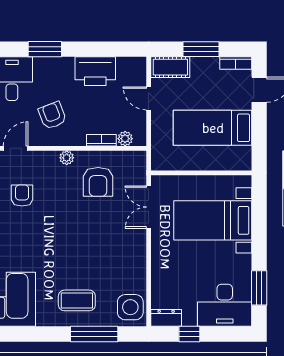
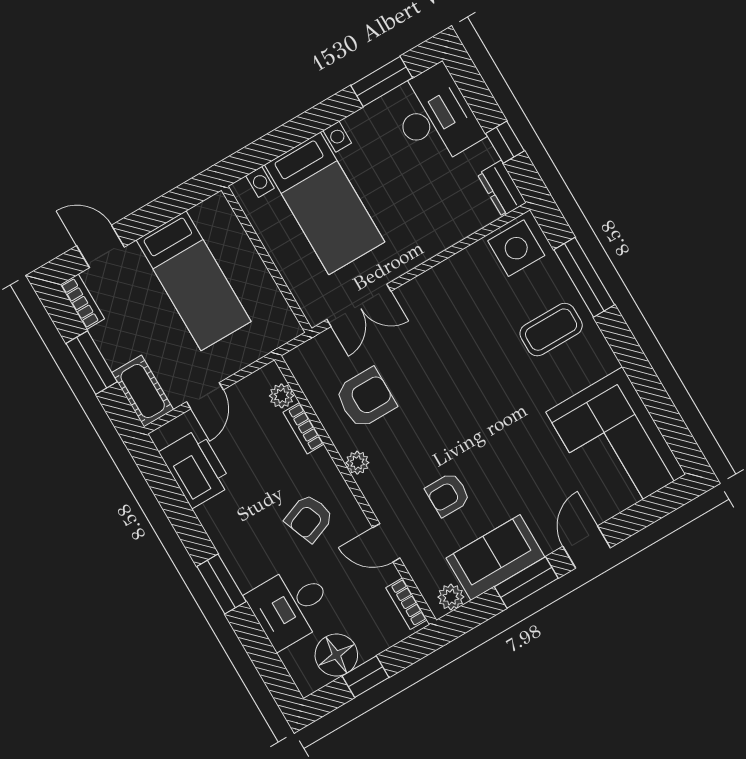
printer: (95, 71) -> (196, 468), moved
coffee table: (77, 300) -> (551, 330), turned 90

